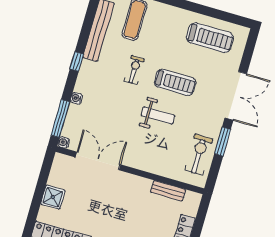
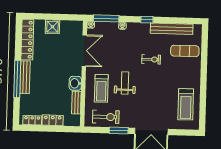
treadmill: (175, 82) -> (101, 88), moved
weight bench: (158, 115) -> (125, 83), turned 180
washbasin: (140, 185) -> (75, 83), added

